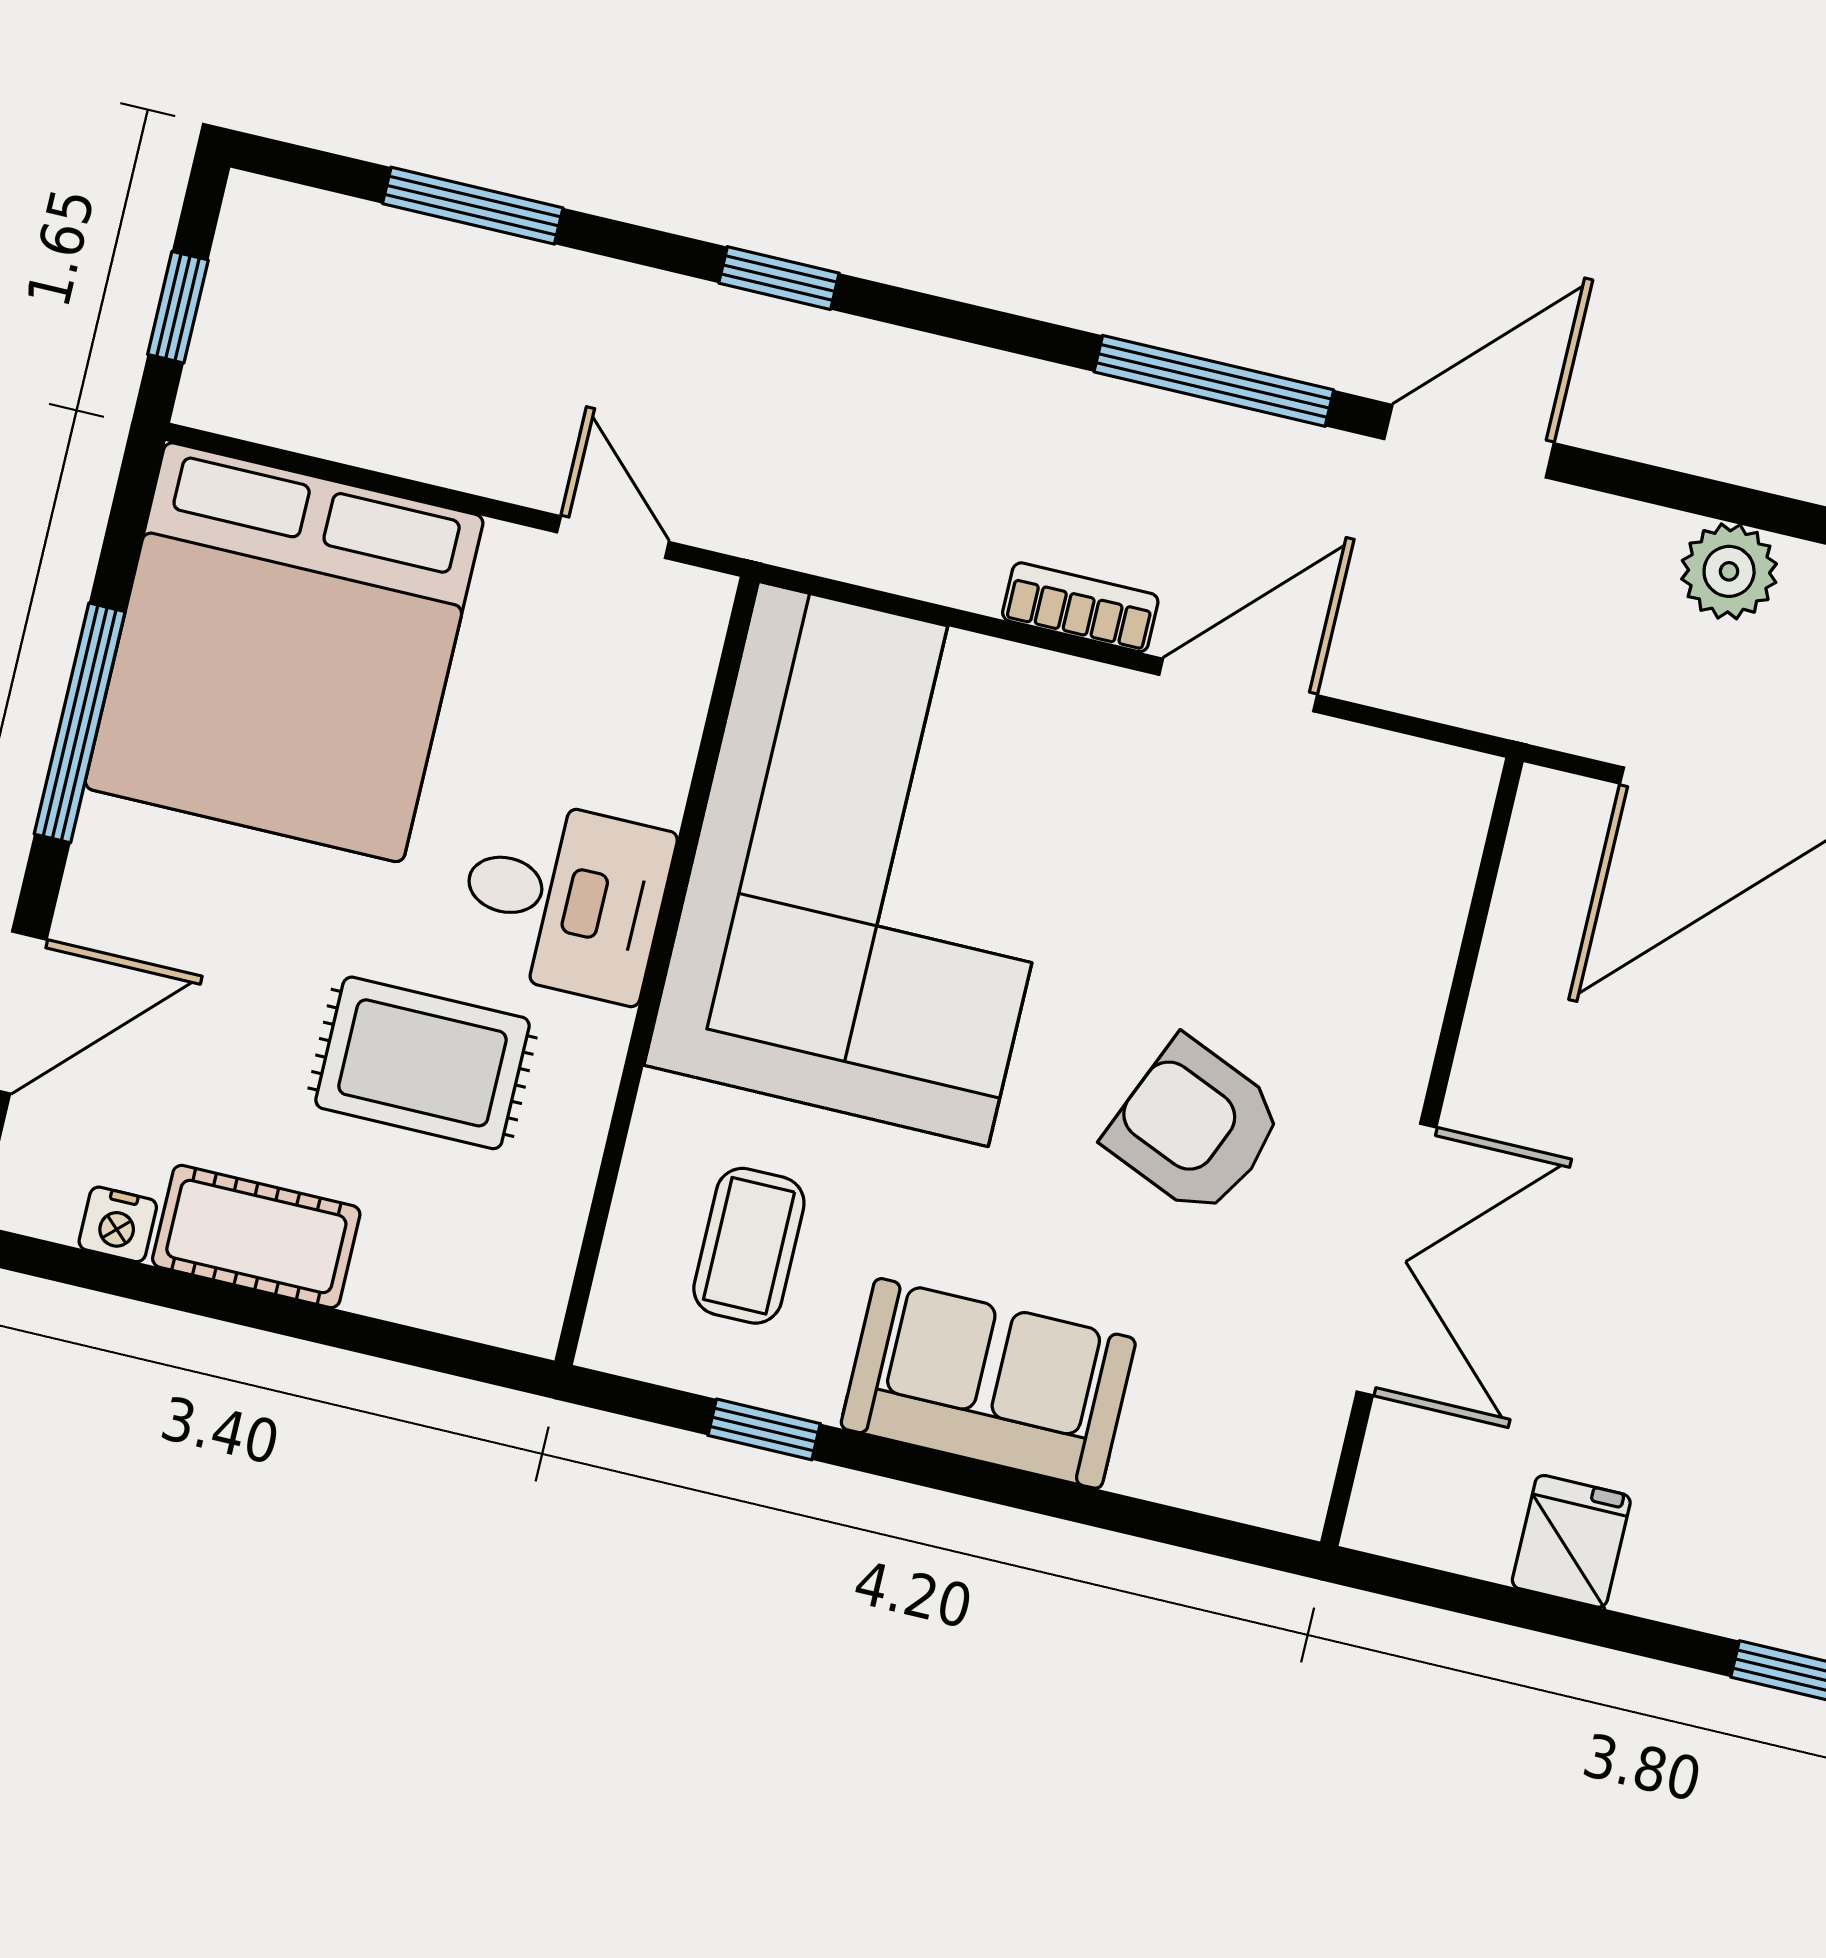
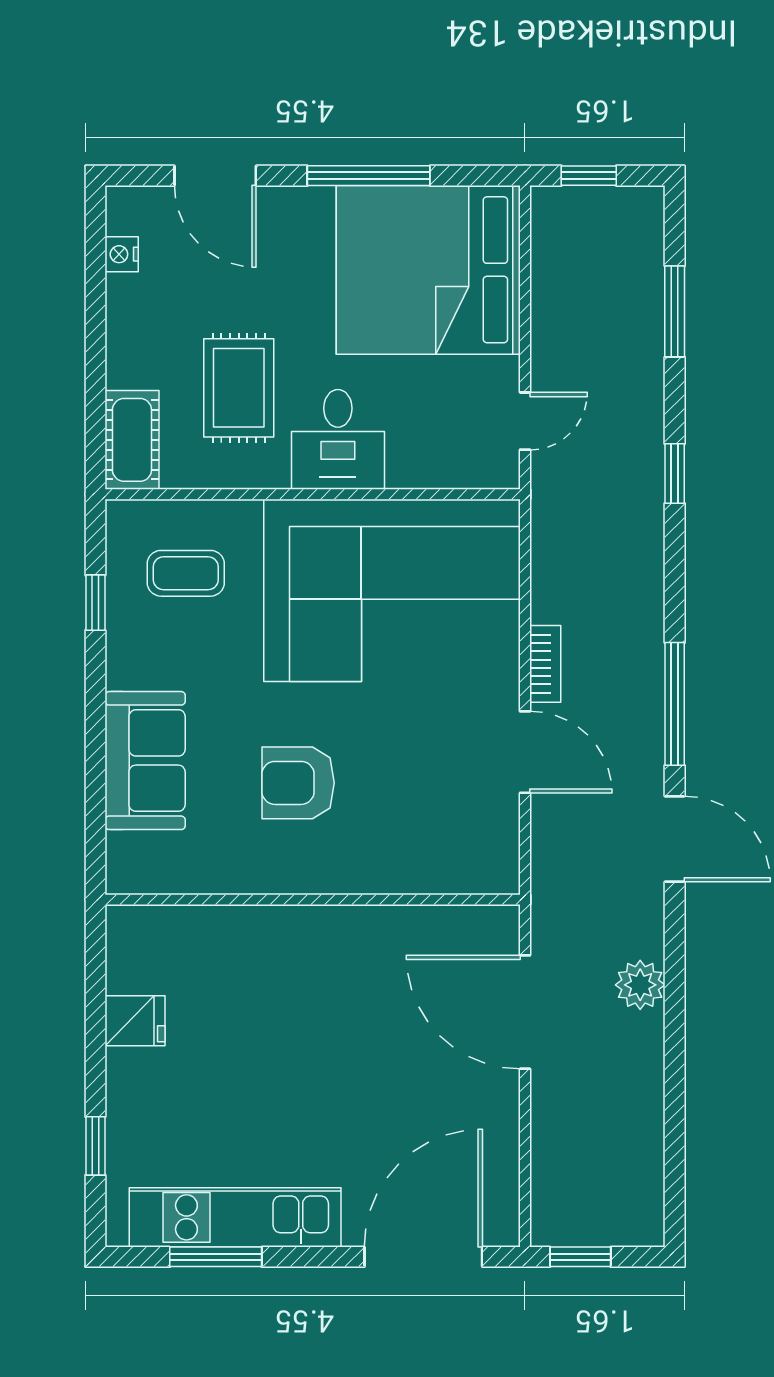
armchair: (1195, 1127) -> (298, 783), turned -113
cot: (256, 1237) -> (132, 440), moved
double door: (1396, 1259) -> (256, 900), removed
sofa: (988, 1383) -> (145, 761), moved

